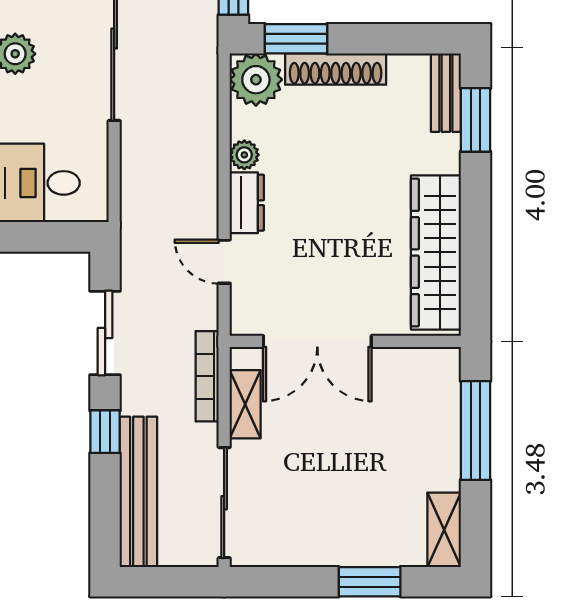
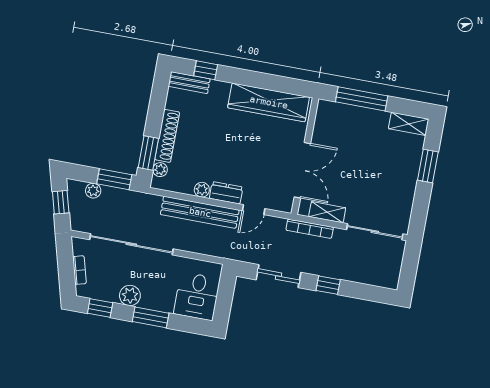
plant: (256, 80) -> (160, 170), width x0.53, depth x0.53
window: (476, 120) -> (206, 70), width x0.67
bench: (138, 492) -> (200, 212), moved

